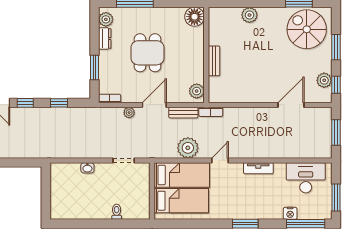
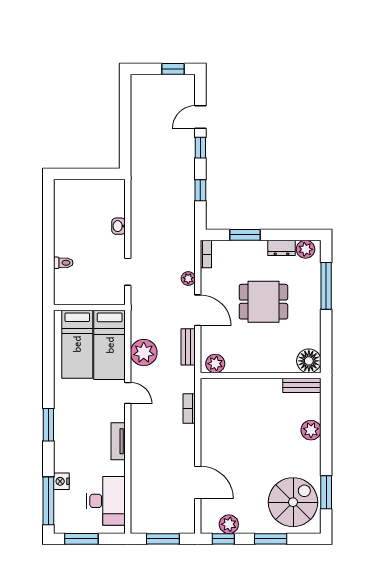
bench: (214, 61) -> (302, 385), moved
bookcase: (211, 112) -> (189, 409), moved

